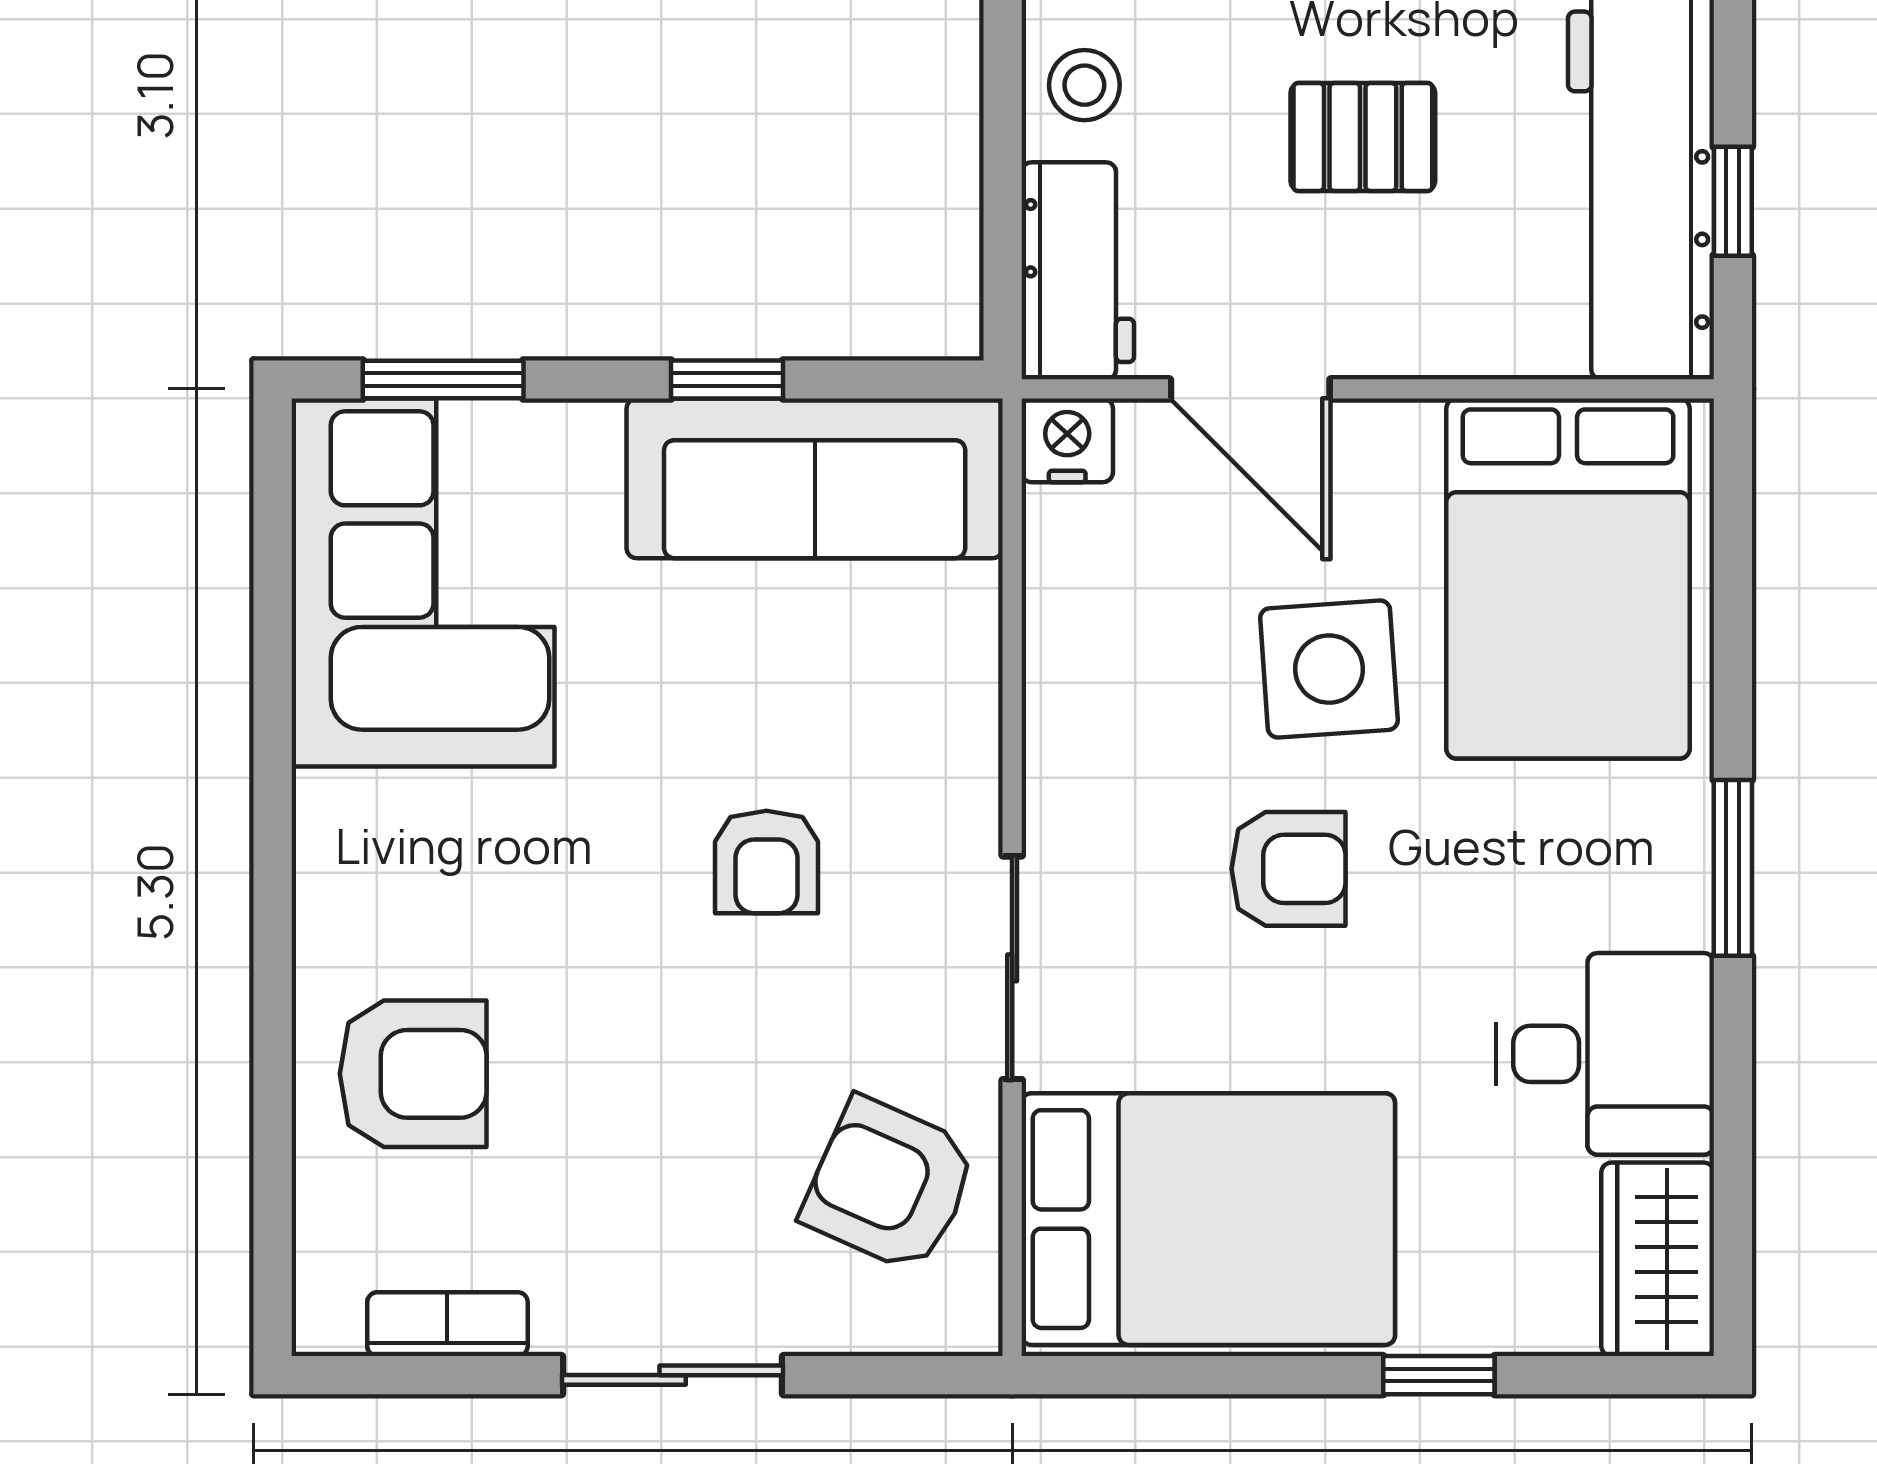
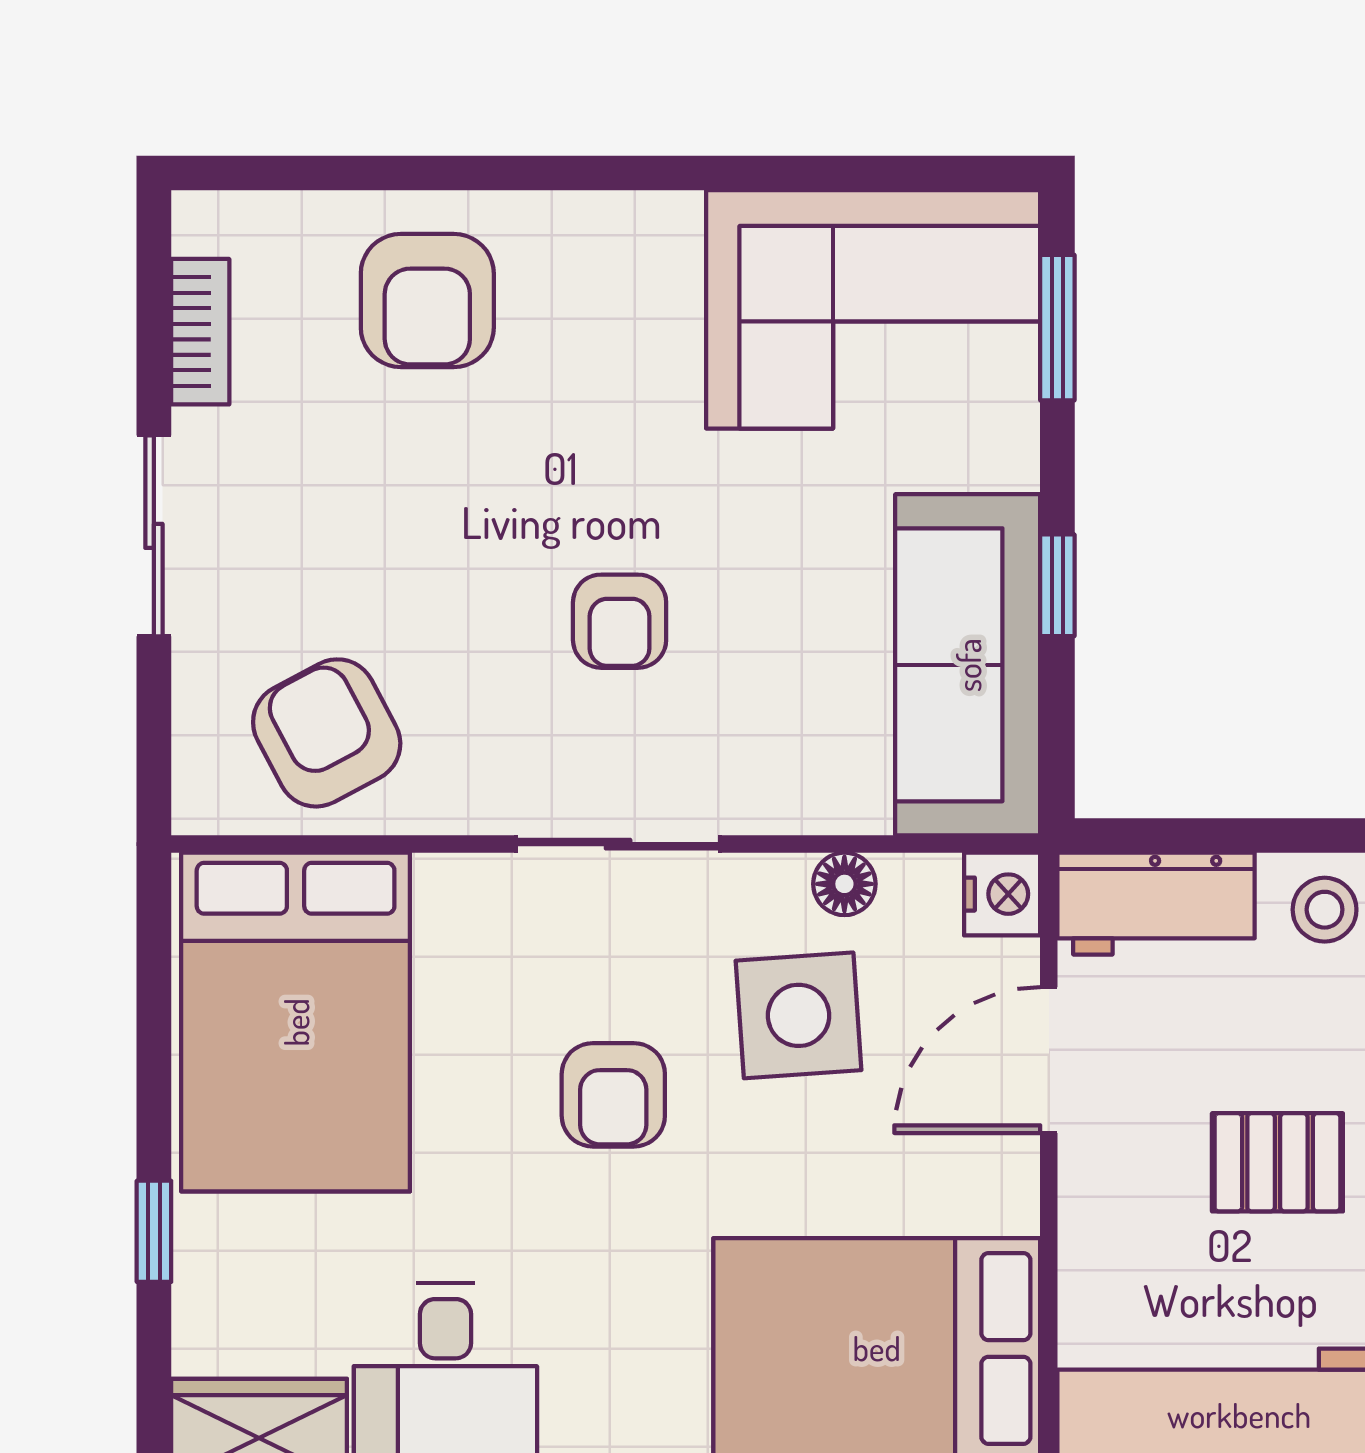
pallet: (1363, 137) -> (1277, 1162), turned 90
floor lamp: (1056, 614) -> (844, 884), added
side table: (1329, 669) -> (799, 1015), moved
armchair: (766, 862) -> (620, 621), turned -90
sliding door: (1012, 968) -> (618, 844), moved
armchair: (890, 1185) -> (327, 733), turned -52

